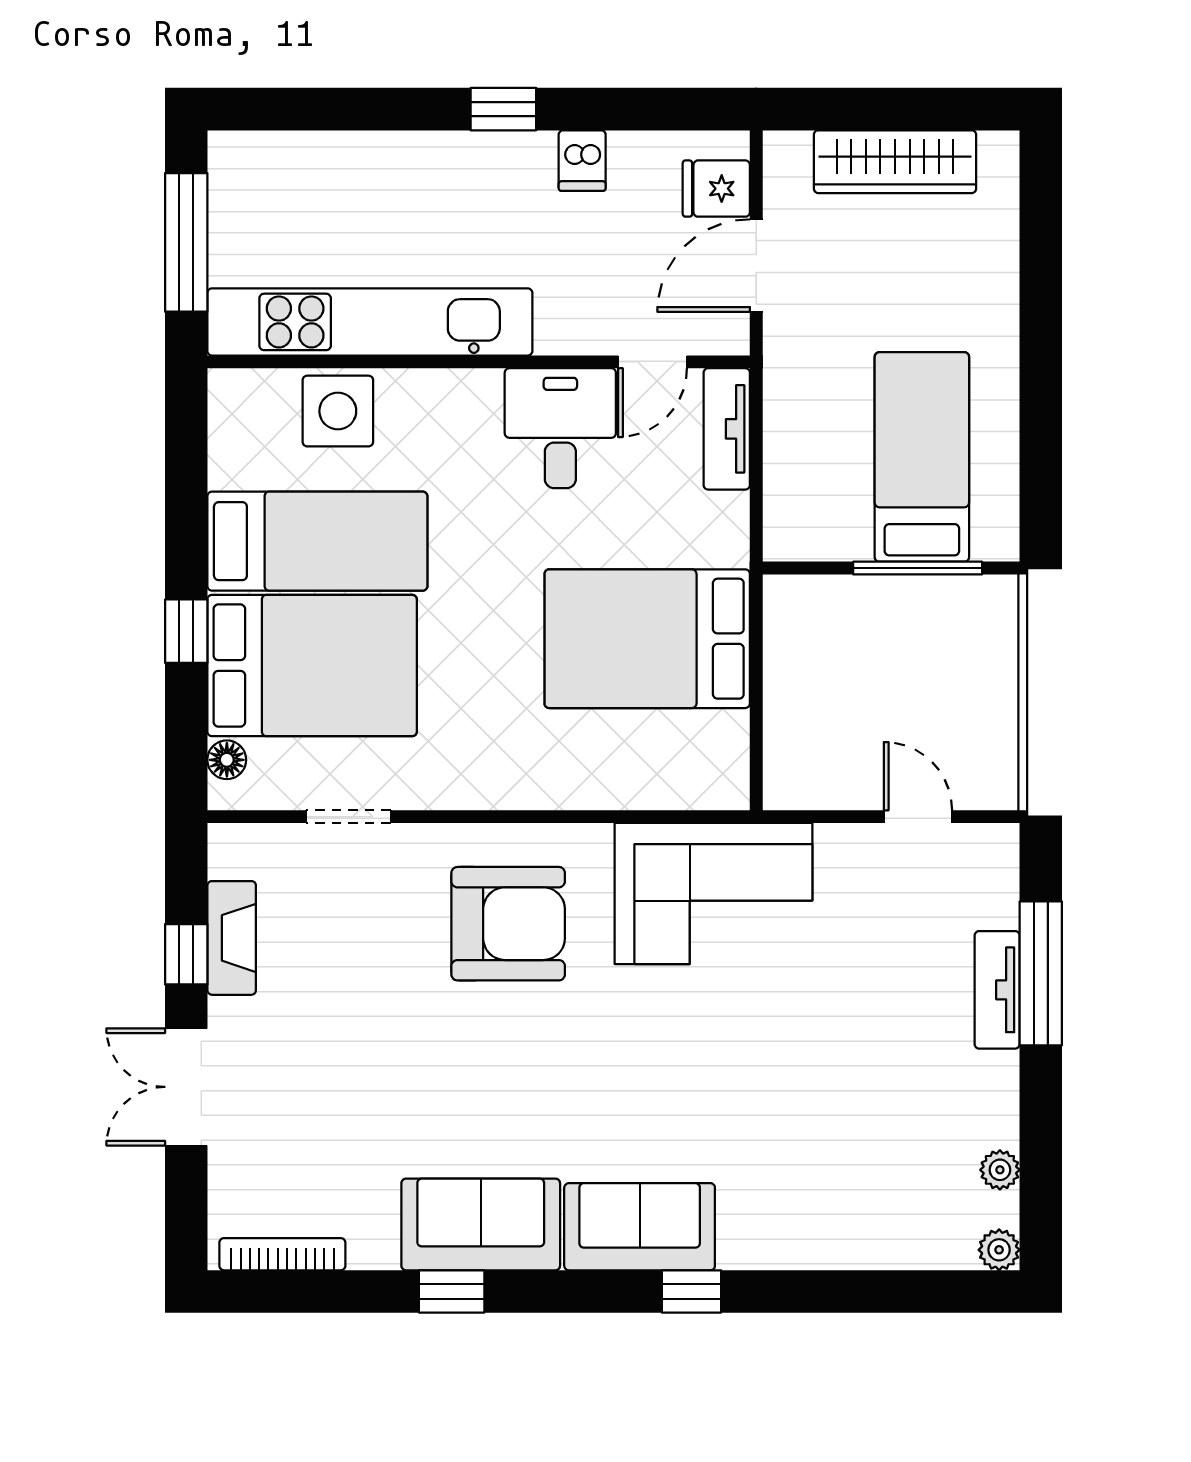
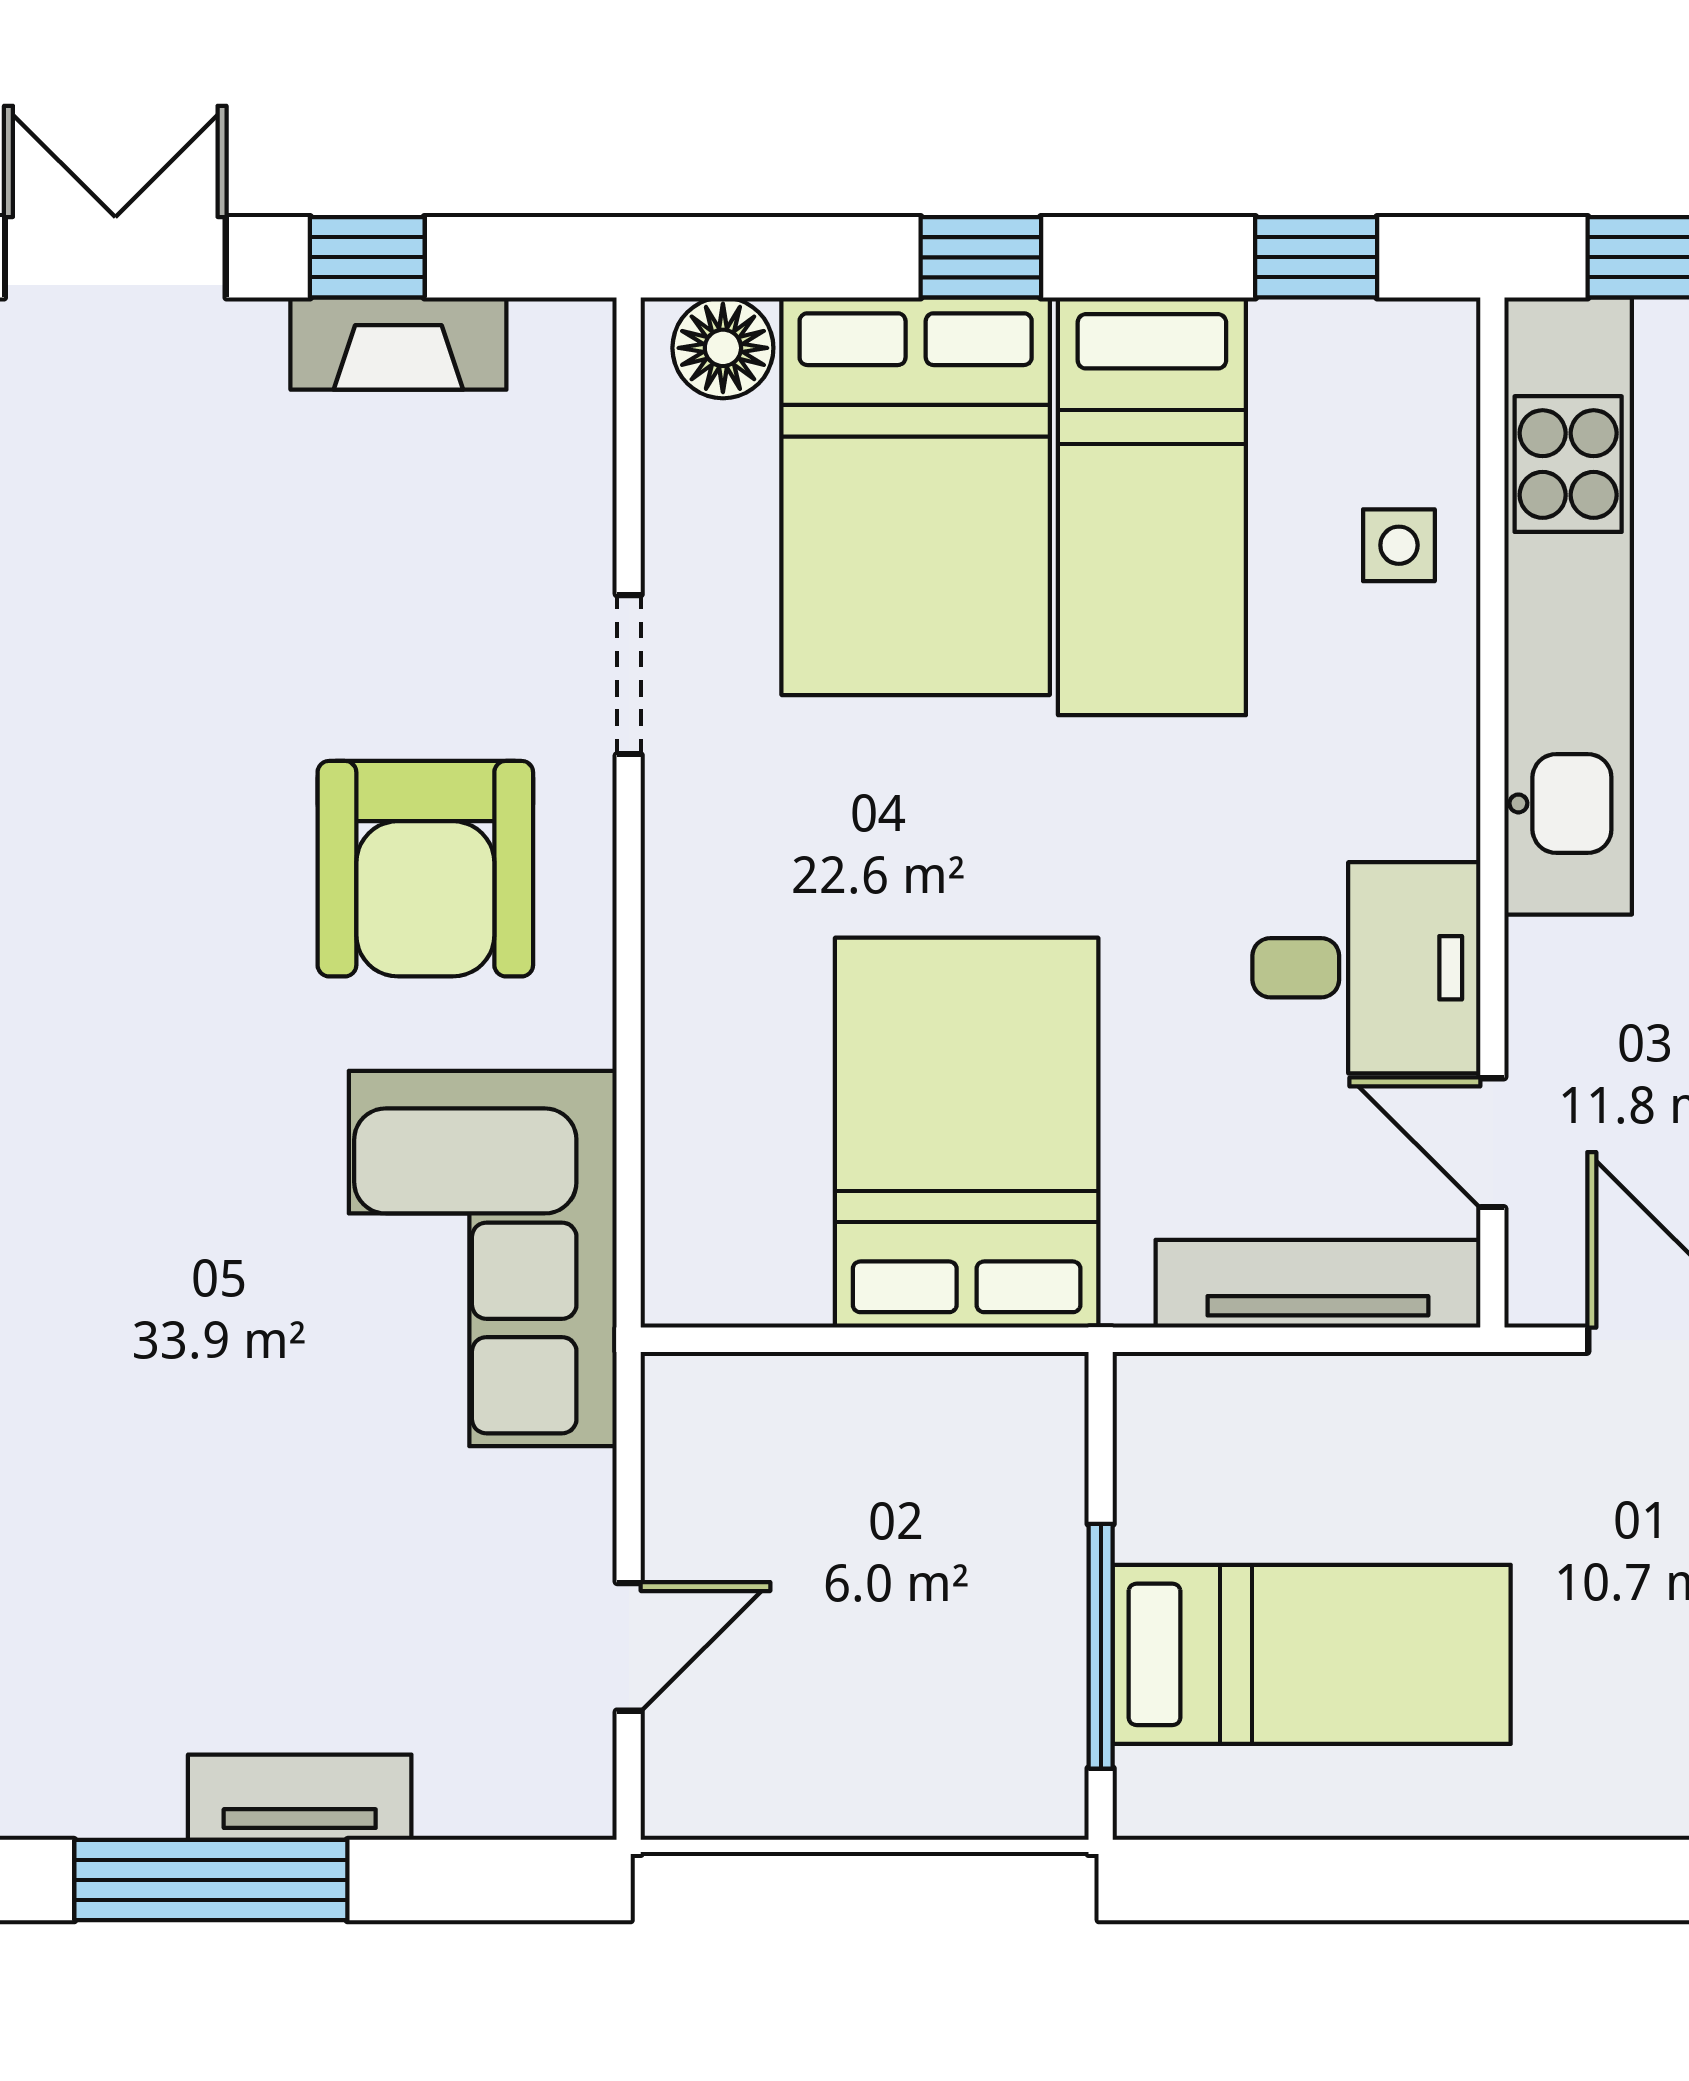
side table: (338, 411) -> (1399, 545), width x0.54, depth x0.54
tv unit: (727, 429) -> (1318, 1284), width x1.41
window: (186, 455) -> (1316, 257), added
floor lamp: (227, 760) -> (723, 348), width x1.37, depth x1.37
doorway: (349, 817) -> (629, 675), moved
window: (1041, 973) -> (211, 1880), moved

